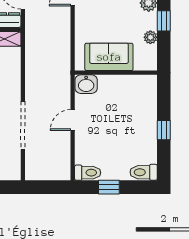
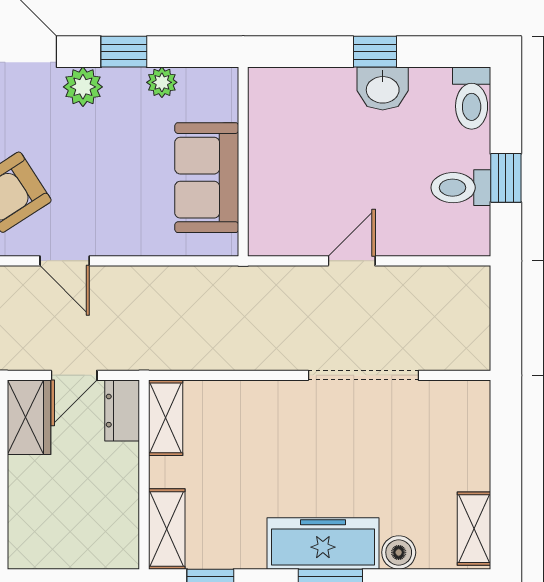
washbasin: (86, 84) -> (383, 89), moved, turned 90
door: (73, 120) -> (352, 261), swing flipped
toilet: (88, 173) -> (461, 188), moved, turned -90

